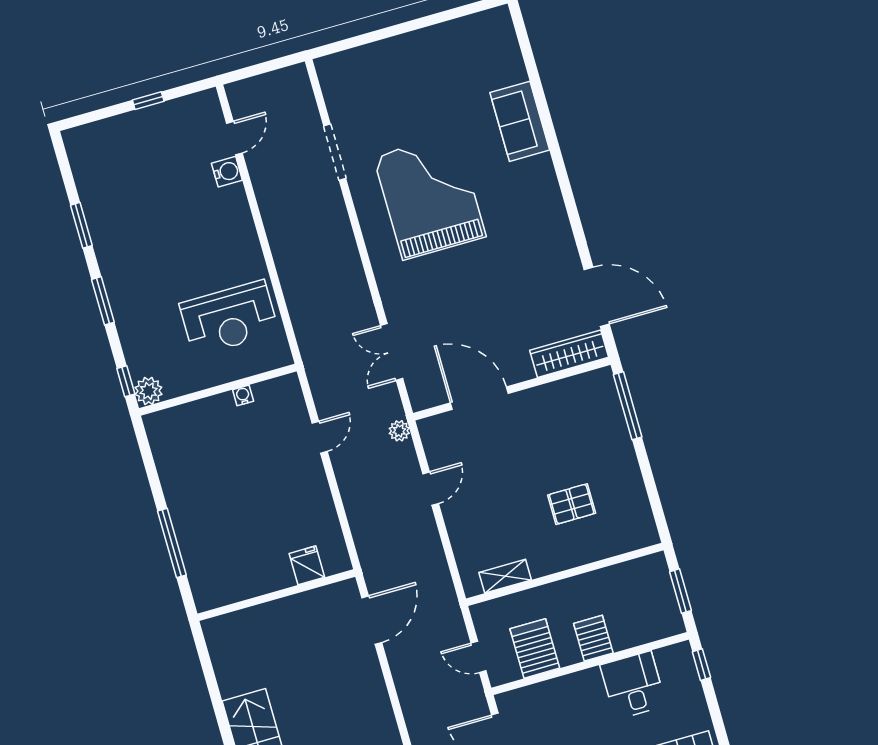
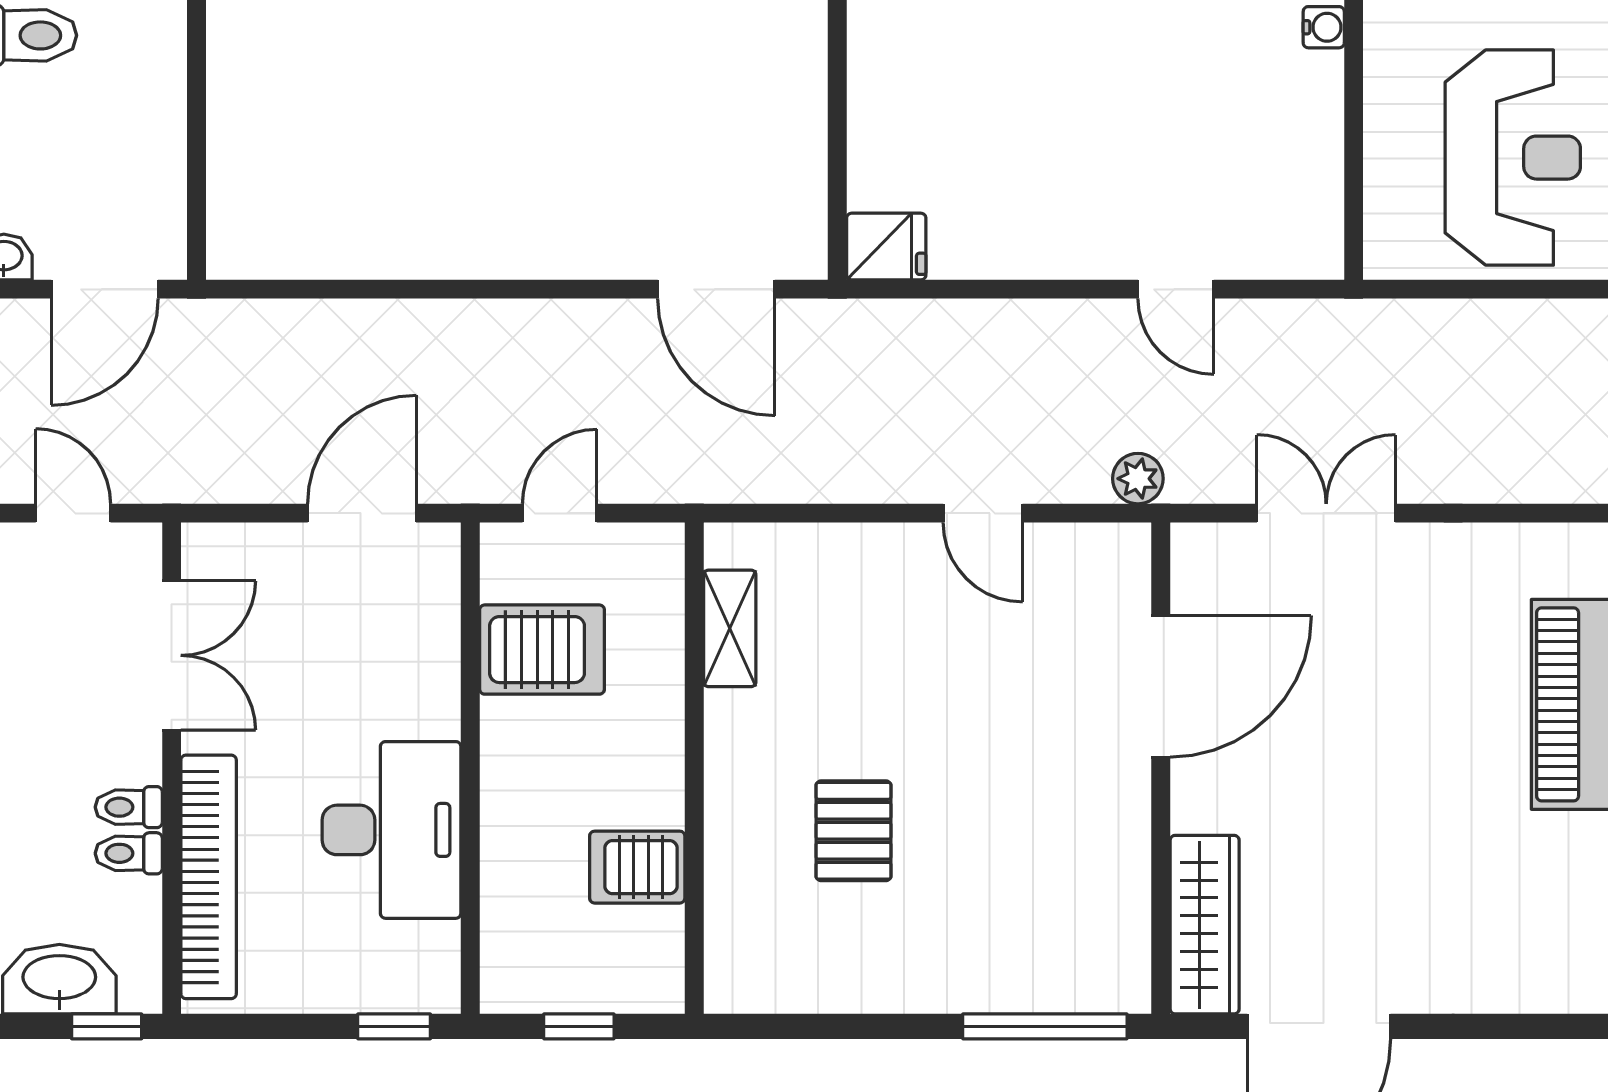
reception desk: (229, 318) -> (1513, 158), turned 180
water cooler: (243, 395) -> (1324, 27), moved
fridge: (307, 565) -> (886, 247), moved
window: (680, 591) -> (579, 1026), width x0.67
server rack: (593, 638) -> (637, 867), moved, turned 180
desk: (633, 685) -> (392, 830), width x1.37

